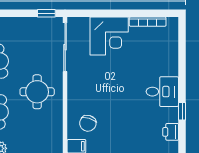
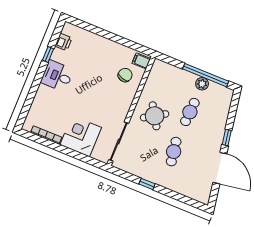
window: (46, 13) -> (147, 184), moved
round table: (37, 92) -> (155, 116), turned -32

